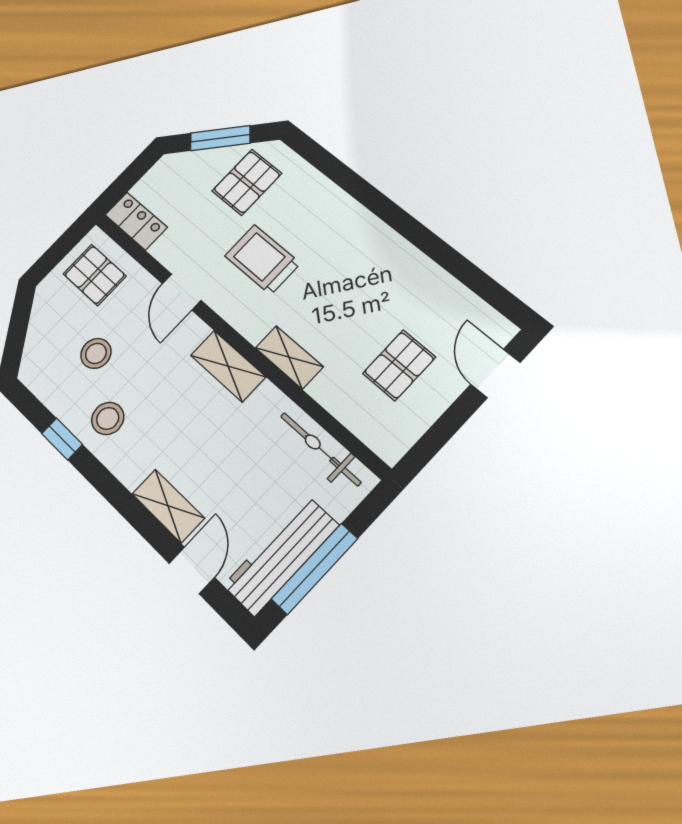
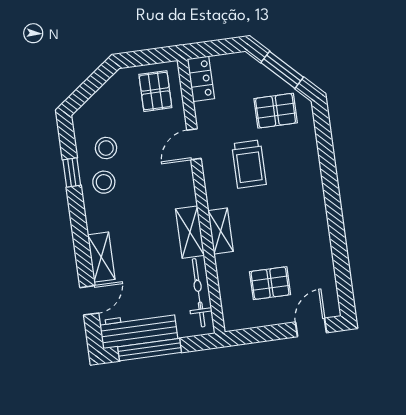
trolley: (262, 260) -> (249, 164), turned 180
stool: (96, 353) -> (106, 148), moved
shelving: (228, 366) -> (190, 232), moved

